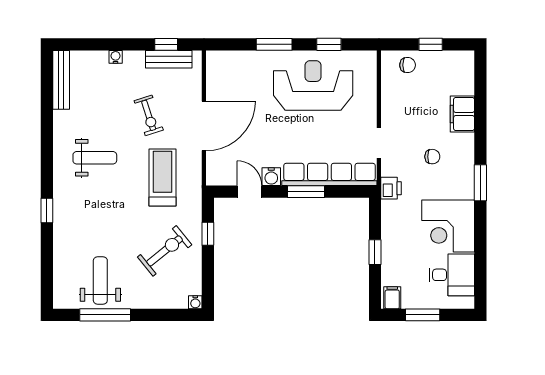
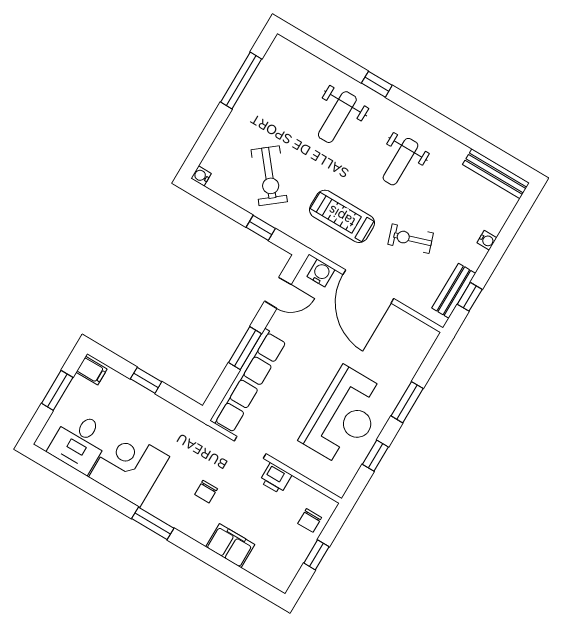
treadmill: (163, 177) -> (342, 216), turned 180
water cooler: (271, 177) -> (321, 273), moved, turned 90
printer: (391, 188) -> (276, 478), moved
weight bench: (100, 280) -> (337, 117), moved, turned 90

